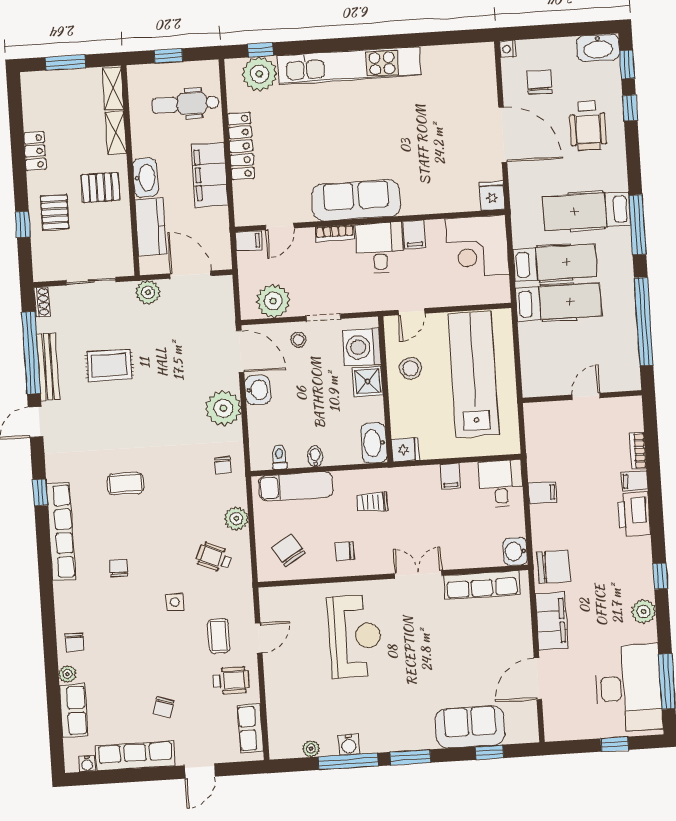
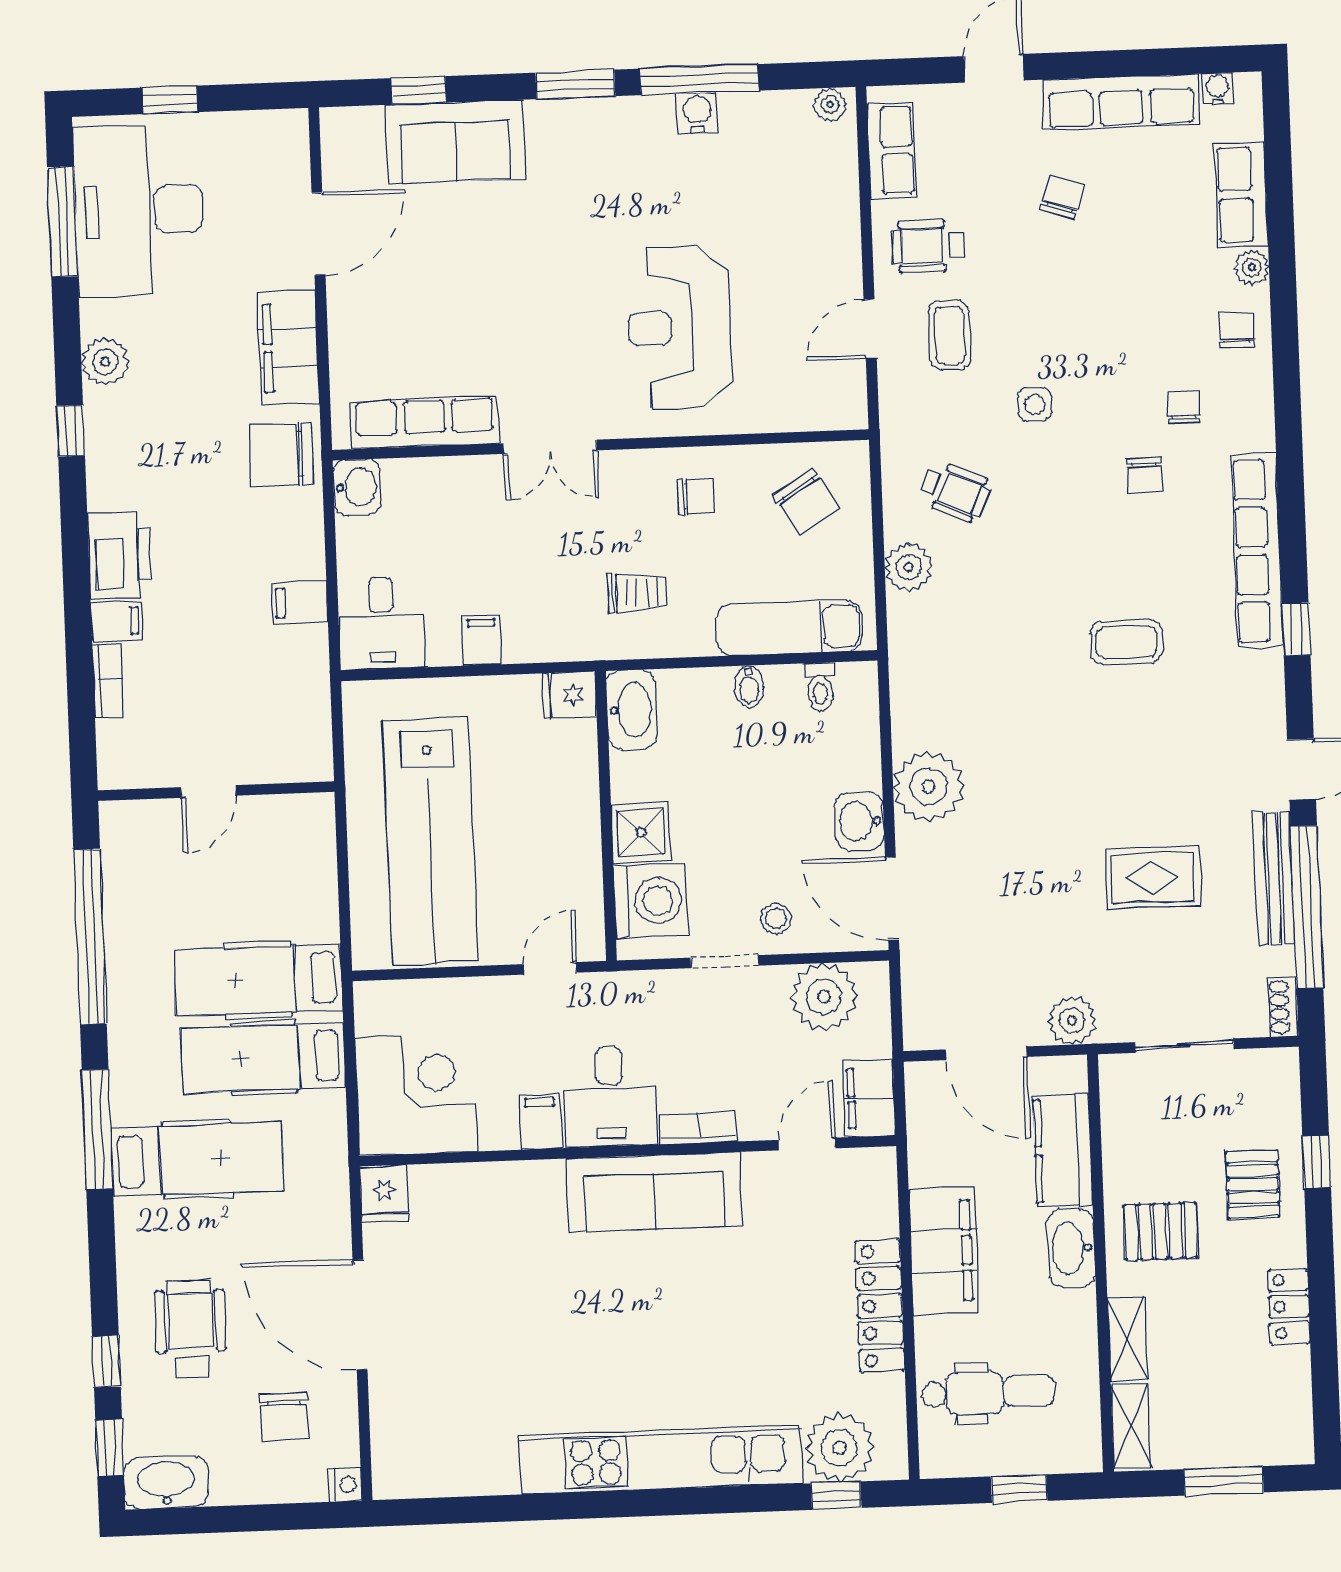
filing cabinet: (249, 241) -> (869, 1098), width x2.00
stool: (411, 368) -> (555, 856), removed
chair: (223, 466) -> (1184, 407), moved
plant: (311, 749) -> (830, 104), moved

